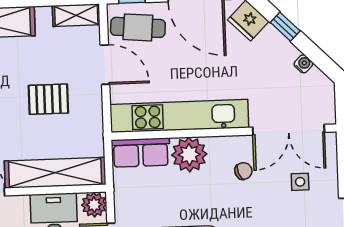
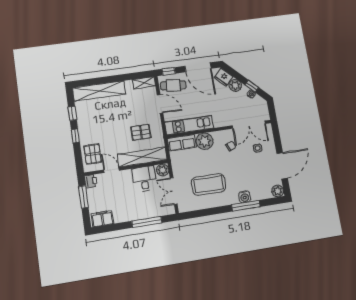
window: (285, 27) -> (252, 86), moved
plant: (271, 41) -> (235, 85), added
pallet: (48, 99) -> (141, 132), moved
kitchen unit: (179, 116) -> (189, 125), width x0.73

